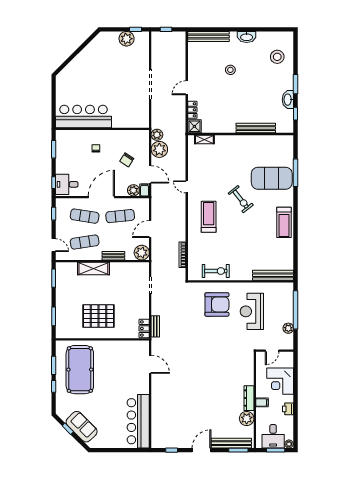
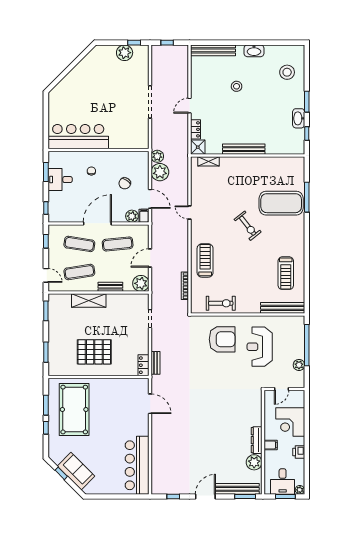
bench: (256, 128) -> (244, 149), moved
desk: (67, 184) -> (60, 180), moved
treadmill: (209, 217) -> (205, 260), moved
treadmill: (284, 222) -> (286, 273), moved

